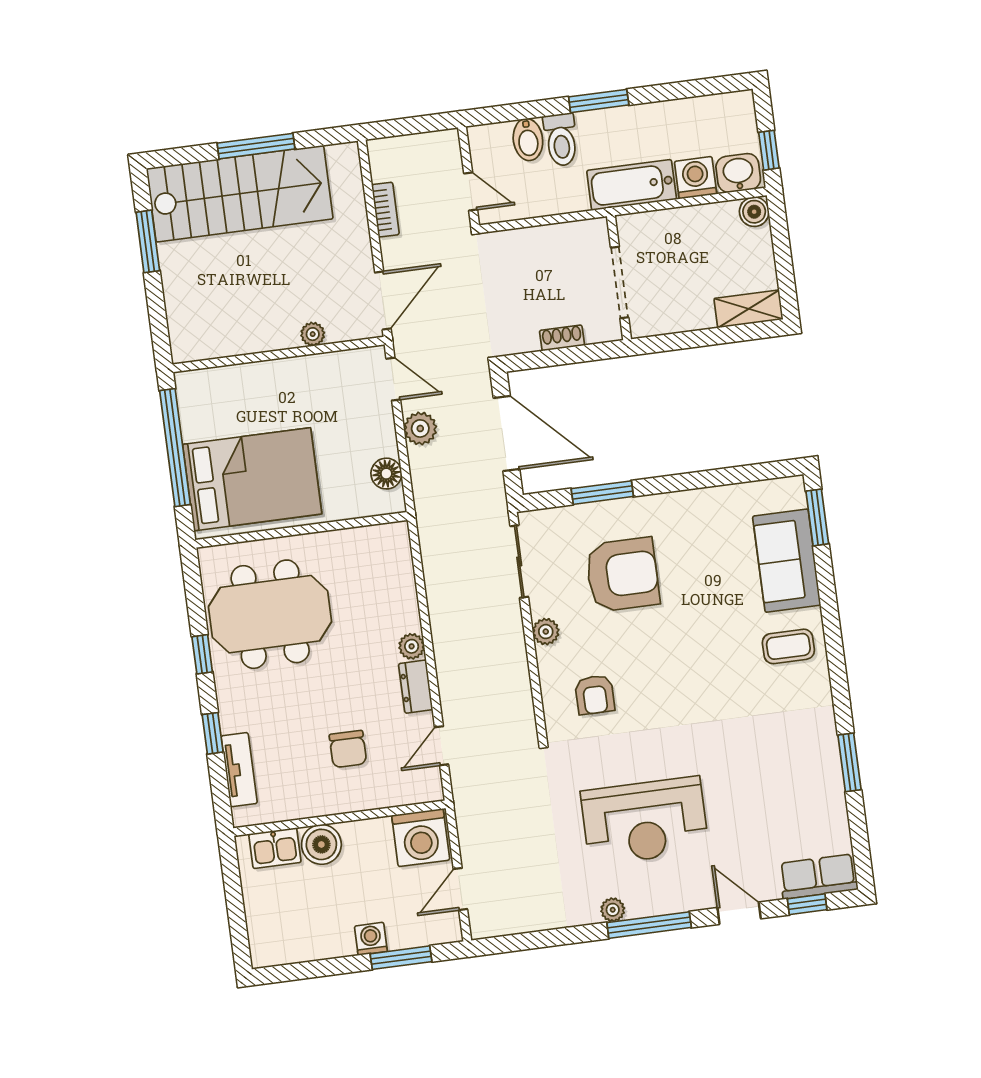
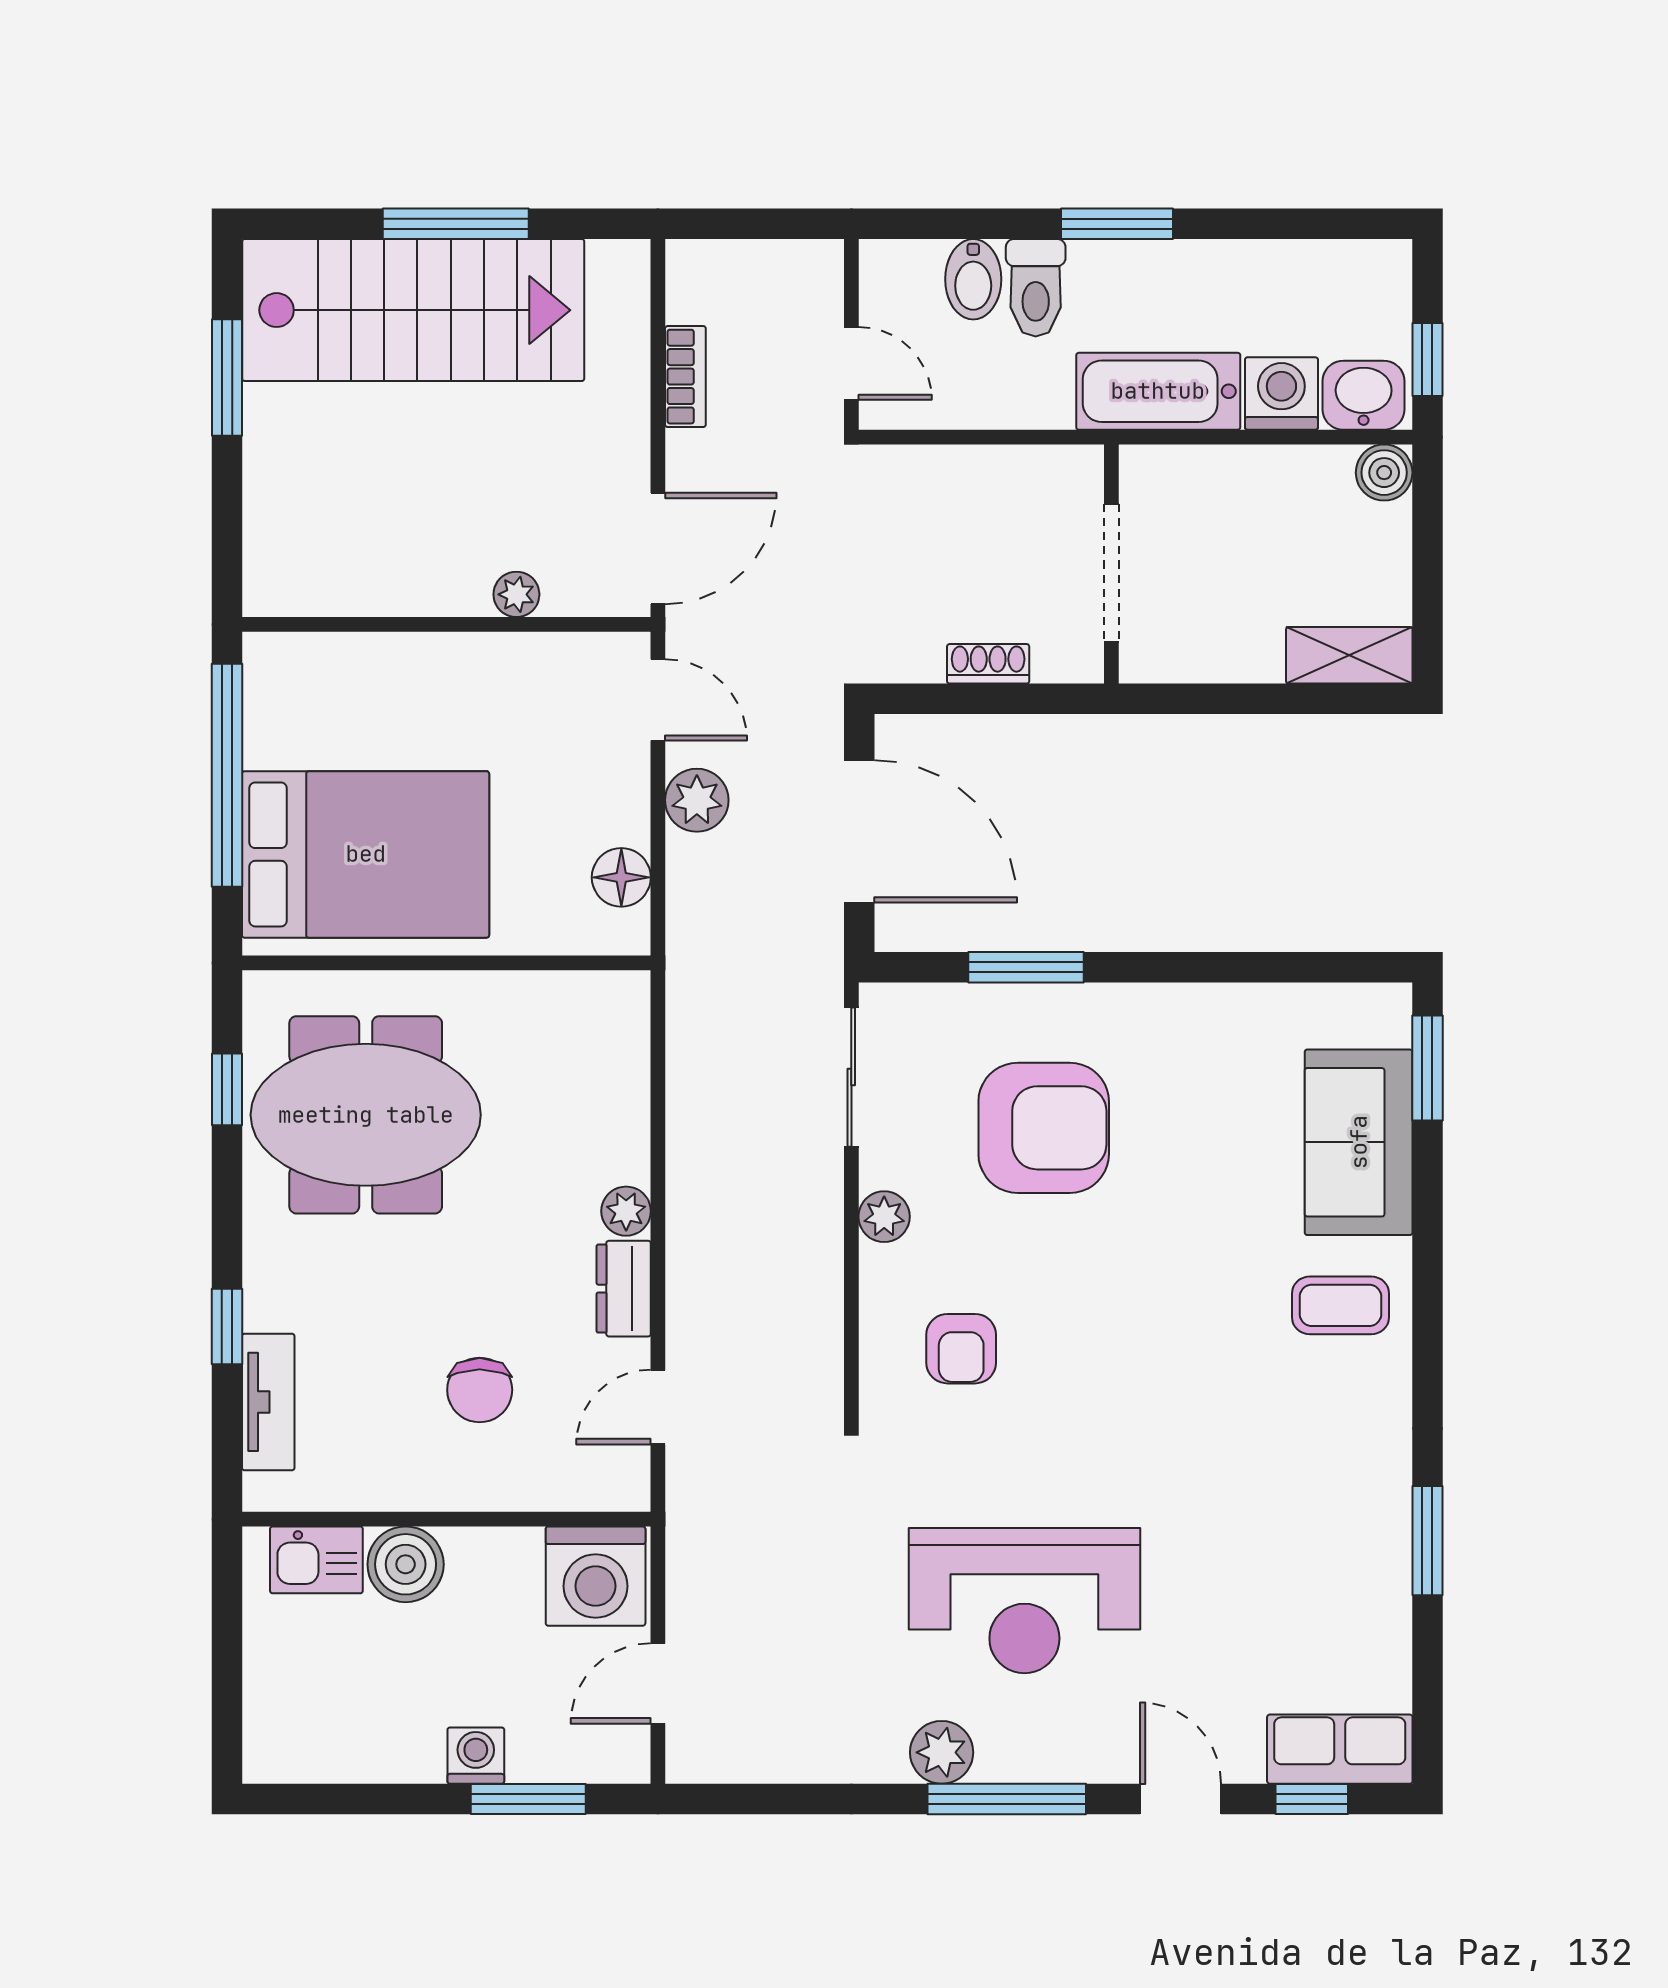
window: (202, 654) -> (227, 1089), moved
plant: (613, 910) -> (942, 1752), width x1.38, depth x1.38

